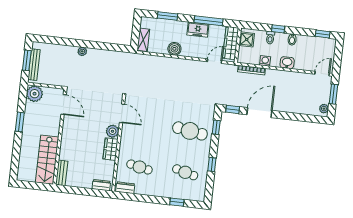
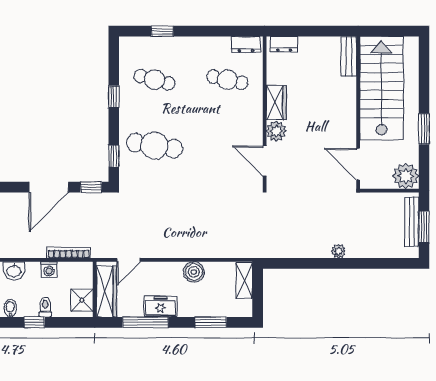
stairs: (47, 160) -> (381, 88), width x1.36, depth x1.51

